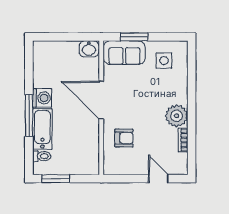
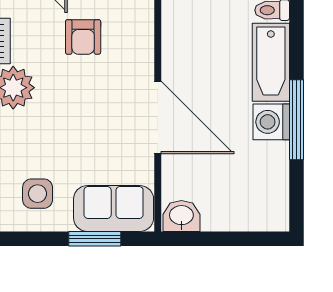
window: (29, 116) -> (296, 120), moved
armchair: (124, 138) -> (83, 37), moved, turned -90

